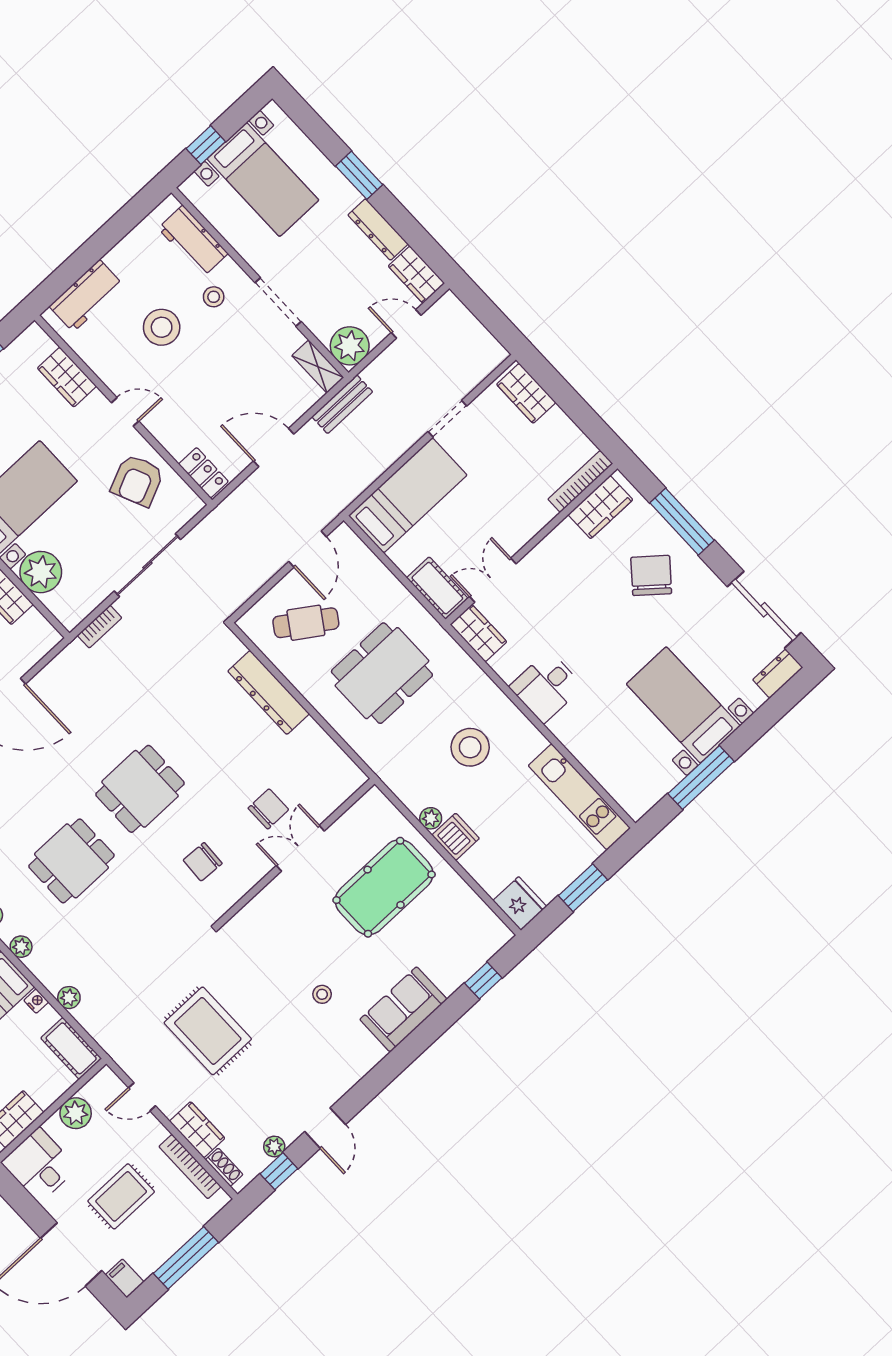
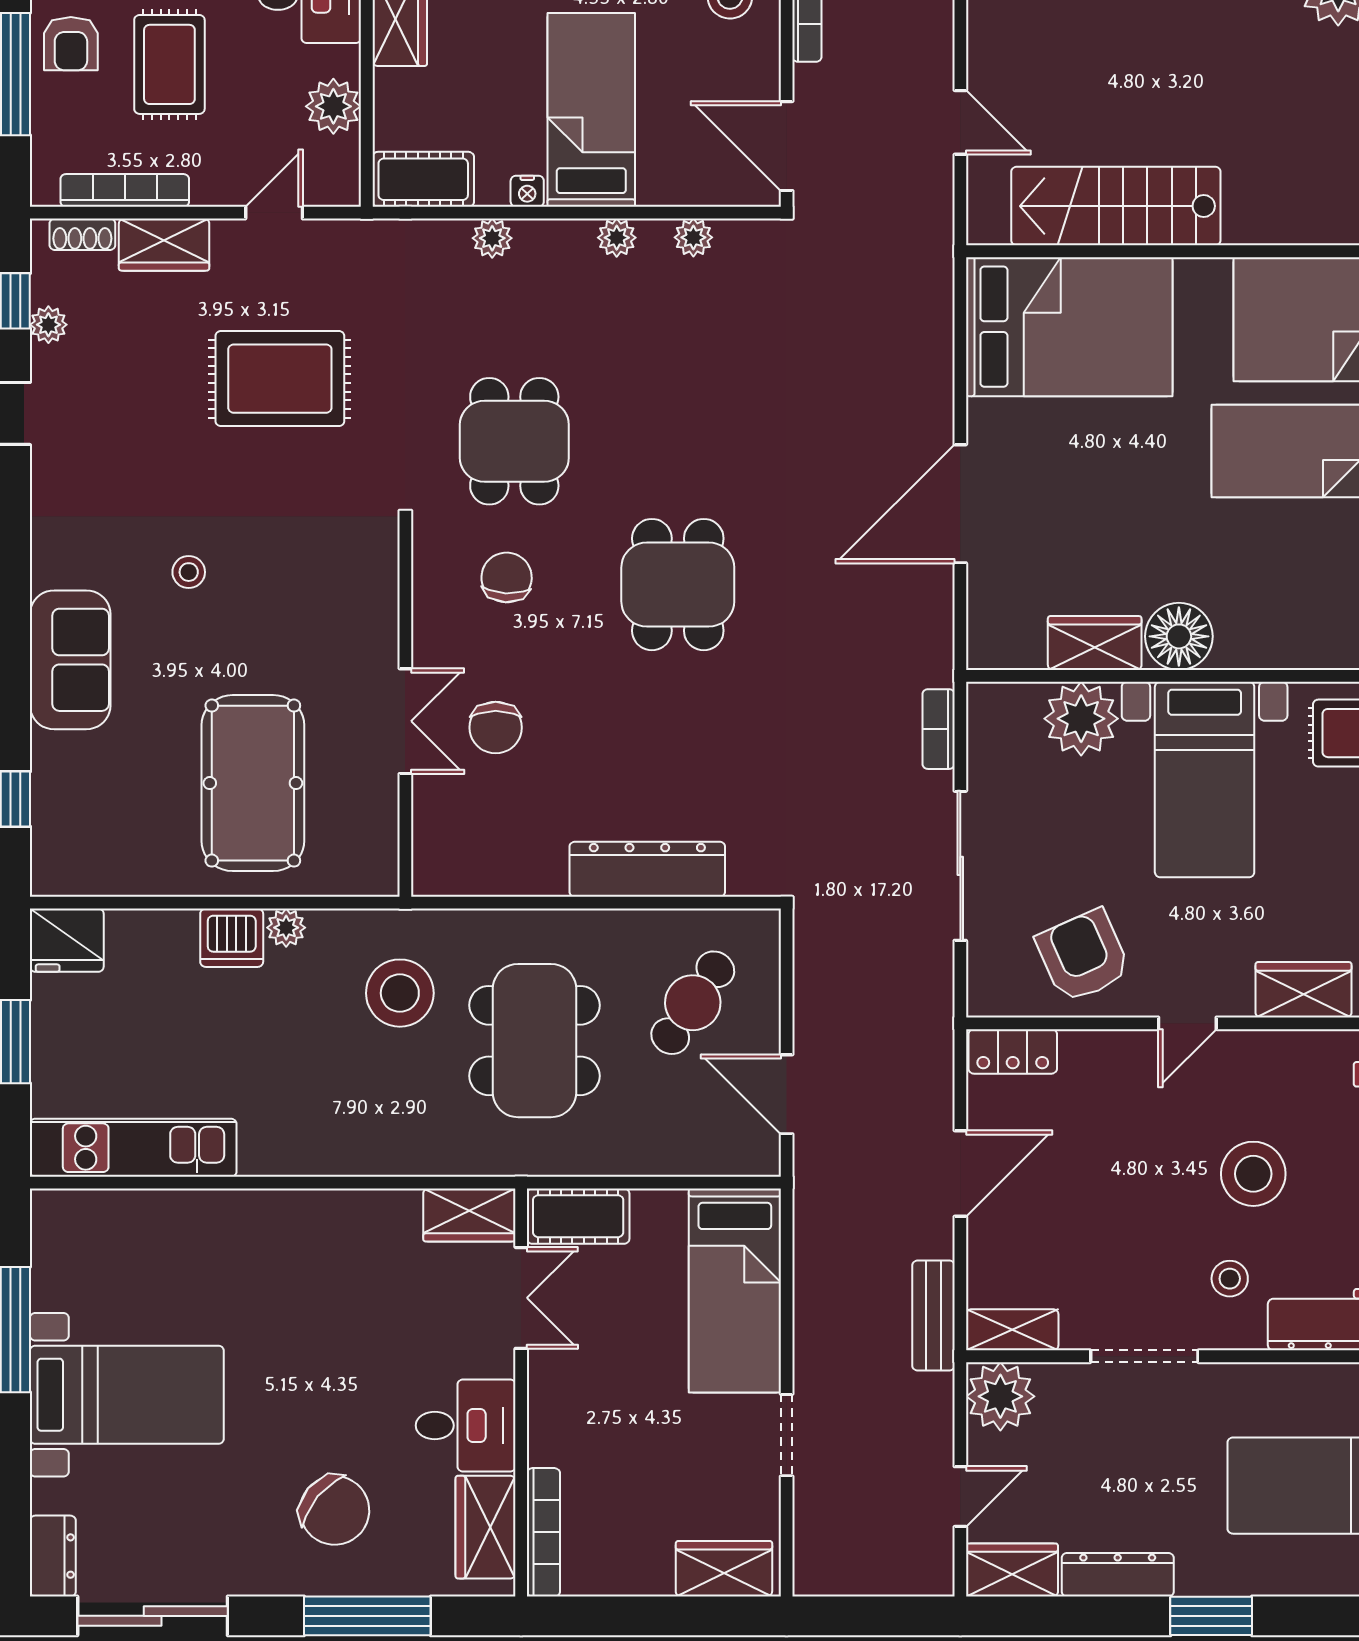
desk: (546, 687) -> (466, 1425), moved, turned 90
stool: (470, 747) -> (400, 993), moved
dining table: (71, 861) -> (514, 441), moved
armchair: (150, 1245) -> (71, 44), added

